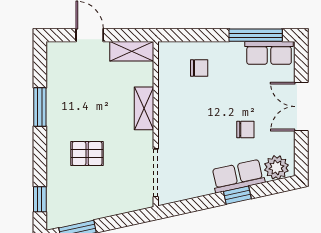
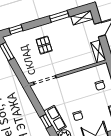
shelving: (144, 108) -> (82, 18), moved

